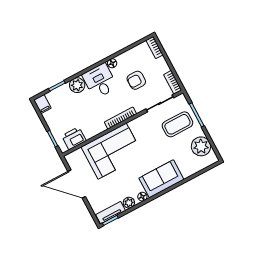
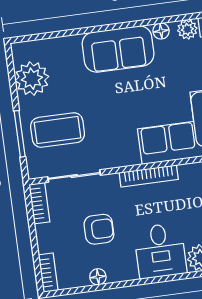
floor lamp: (112, 63) -> (98, 277), moved

